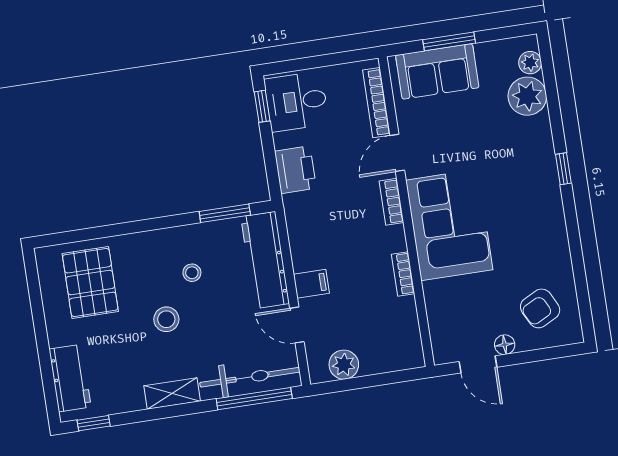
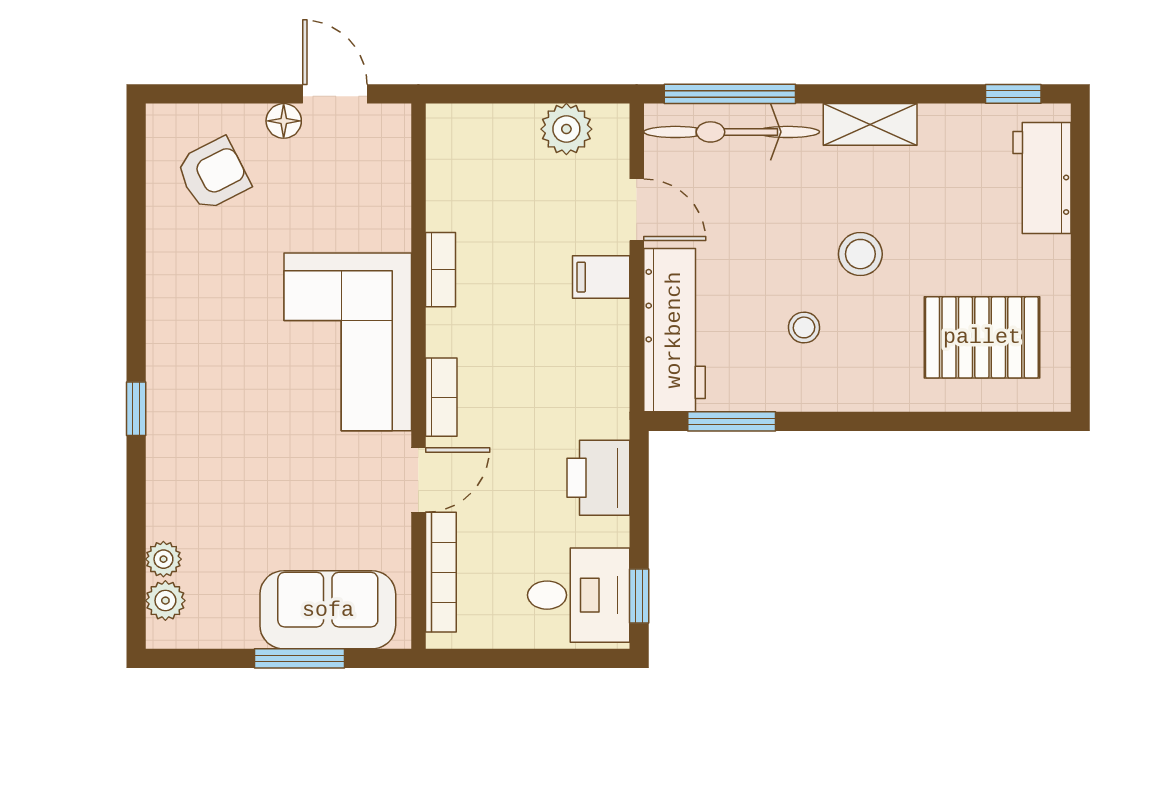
plant: (527, 96) -> (163, 559), width x0.53, depth x0.53
pallet: (90, 283) -> (982, 337), turned 90

